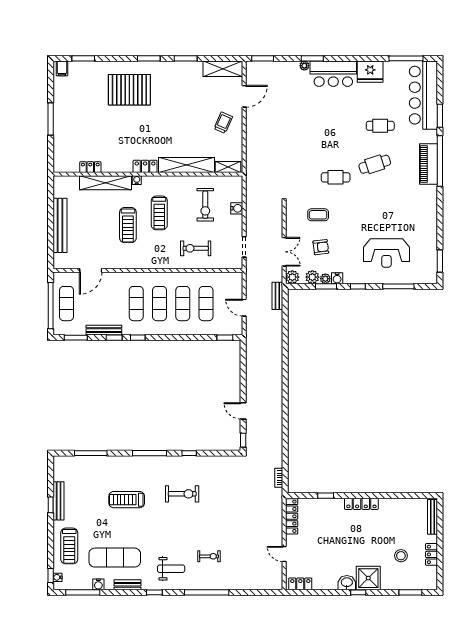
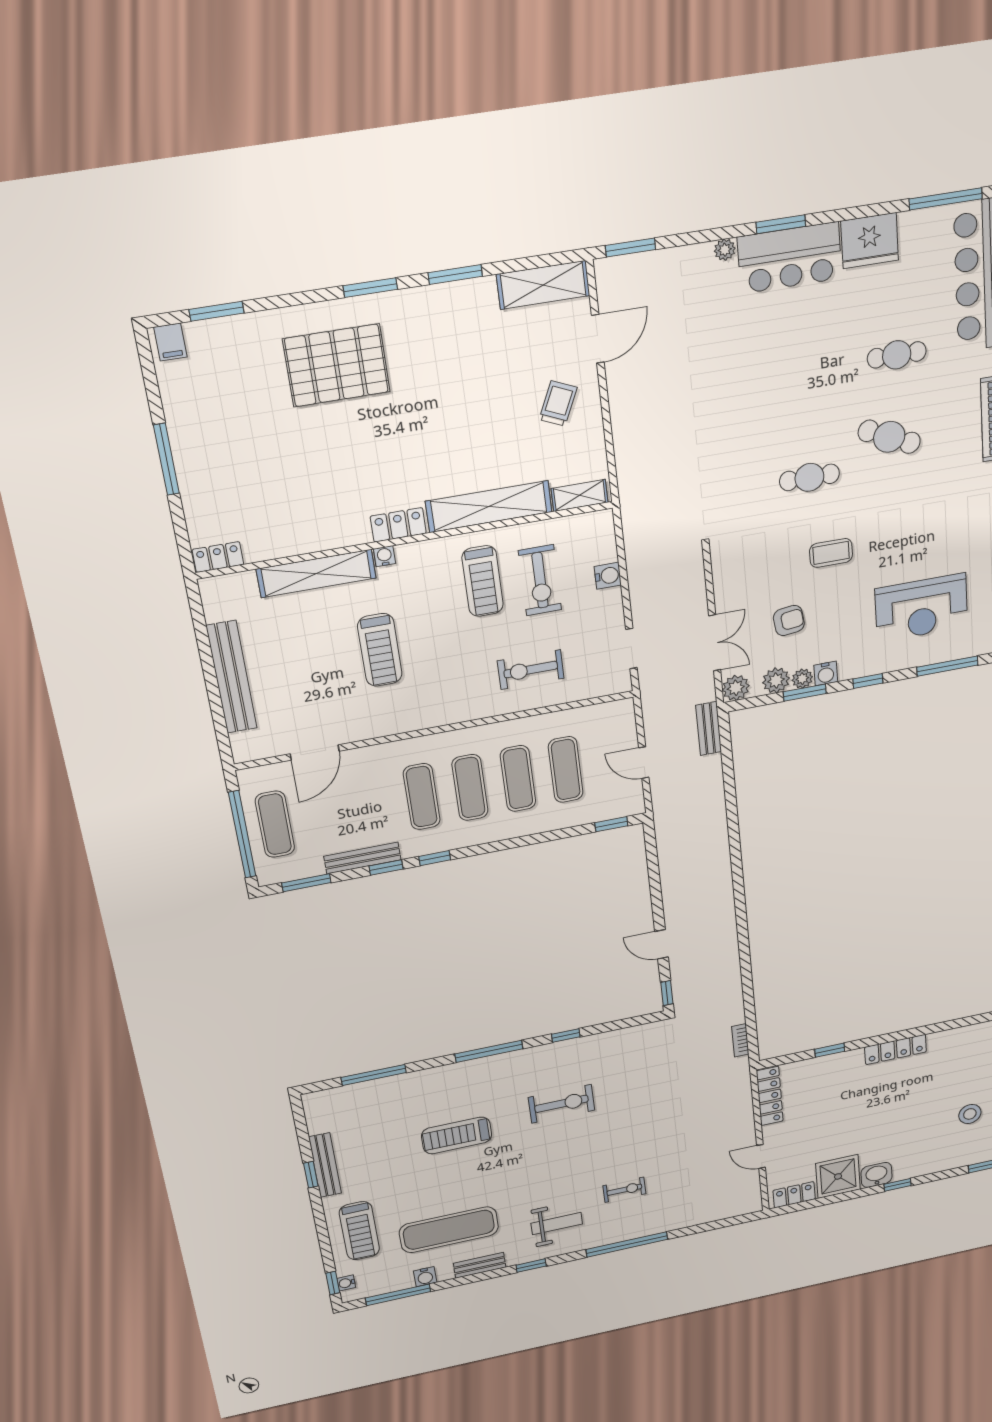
window: (312, 58) -> (781, 224), moved
cafe table: (375, 164) -> (889, 437), turned 43
locker: (90, 167) -> (218, 557), moved
treadmill: (159, 213) -> (483, 581), moved
coffee table: (318, 215) -> (831, 553), moved
shower: (368, 578) -> (838, 1176), moved

